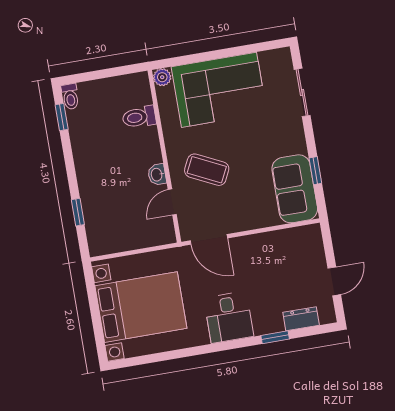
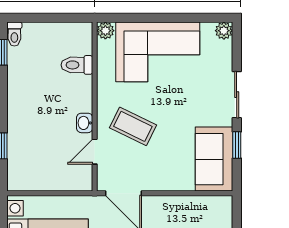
plant: (282, 57) -> (224, 31), added
sliding door: (302, 92) -> (237, 95), moved

